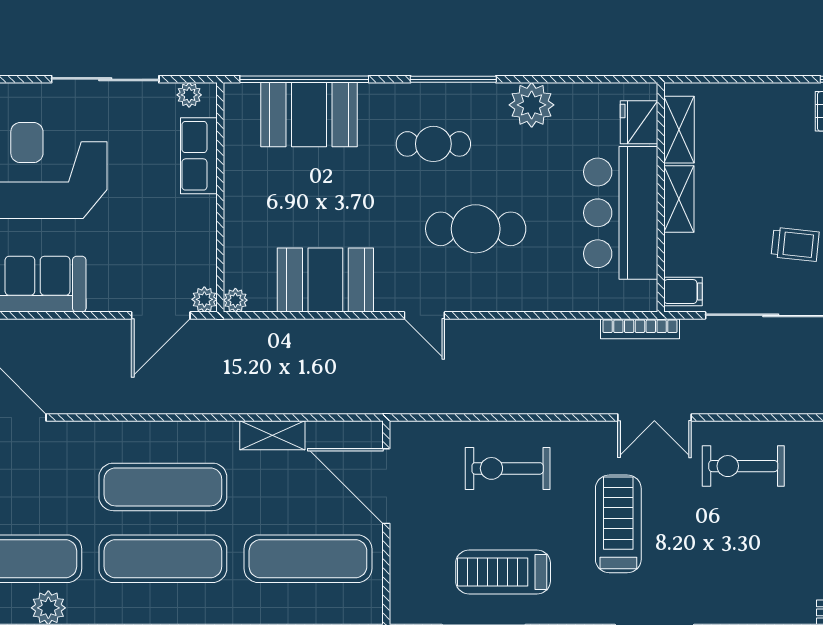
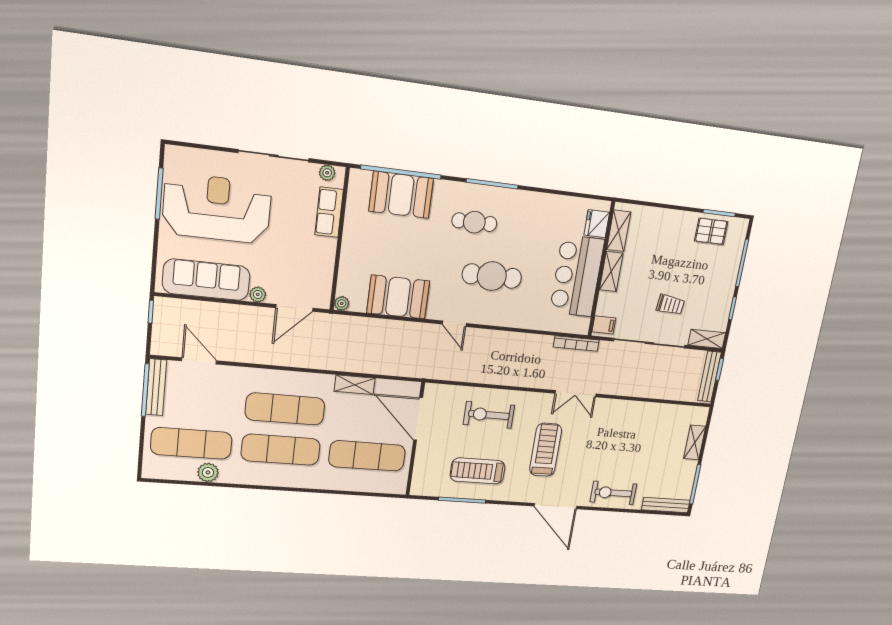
plant: (532, 105) -> (536, 205), removed
plant: (204, 299) -> (258, 294), moved
exercise bike: (743, 466) -> (613, 493), moved

